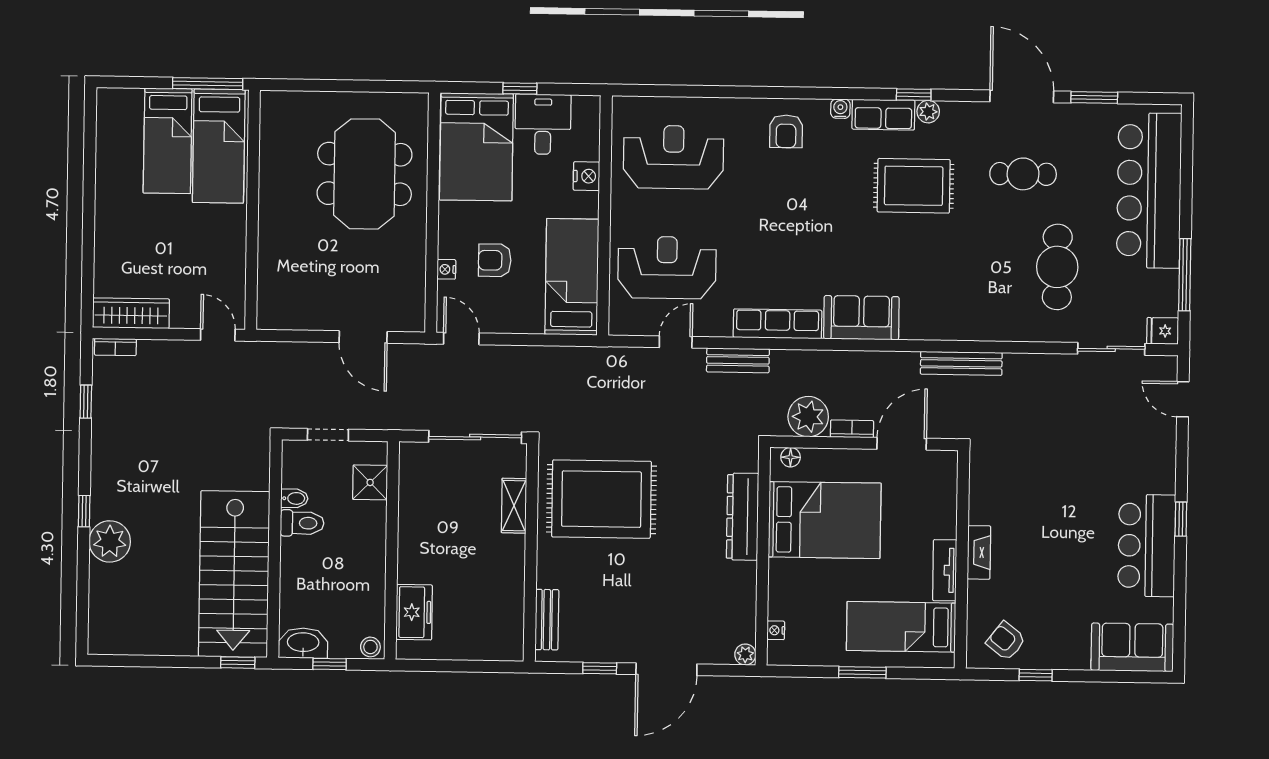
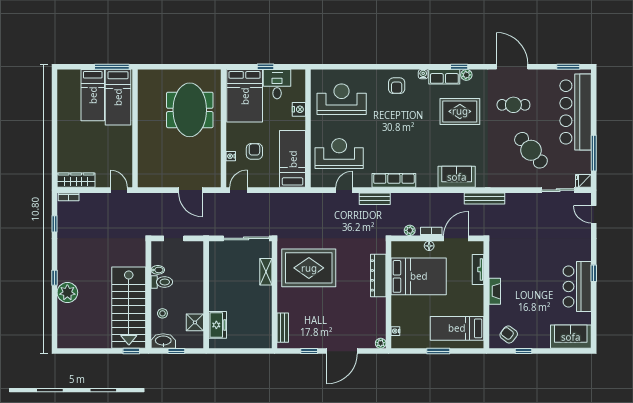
window: (1094, 98) -> (568, 67), moved
armchair: (495, 260) -> (254, 151), turned 90
cafe table: (1057, 267) -> (531, 150), turned -40
sofa: (861, 318) -> (457, 177), moved
door: (461, 339) -> (239, 190), hinge flipped
plant: (808, 417) -> (410, 230), width x0.53, depth x0.53
floor lamp: (791, 457) -> (429, 246), moved
shower: (370, 482) -> (195, 322), moved
tv unit: (945, 570) -> (478, 270), moved
stool: (370, 647) -> (162, 313), moved

